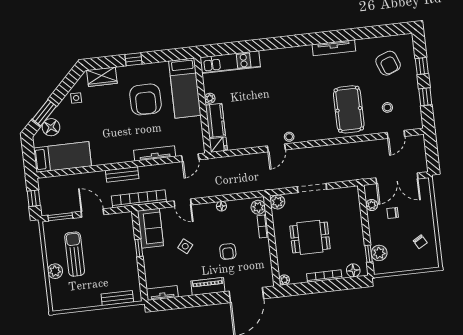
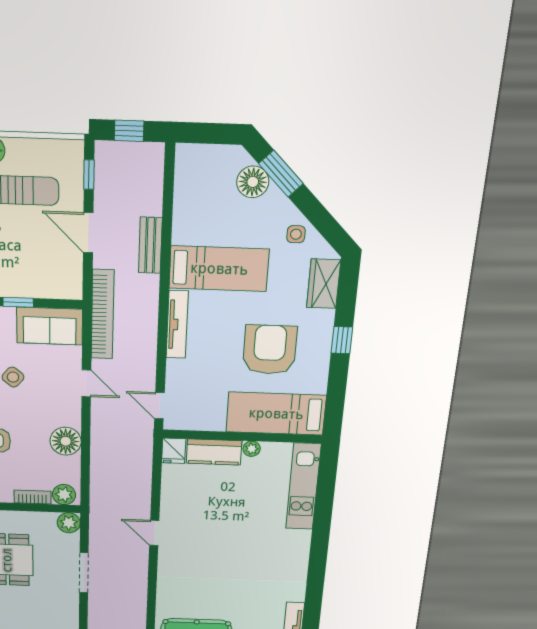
armchair: (145, 99) -> (270, 350), turned 90
stool: (289, 137) -> (169, 553), removed
tv unit: (155, 153) -> (177, 325), moved
bed: (62, 157) -> (219, 269), moved, turned -90
bench: (122, 174) -> (150, 245), moved
door: (183, 203) -> (86, 383), swing flipped
floor lamp: (221, 206) -> (66, 441), width x1.89, depth x1.89
door: (92, 213) -> (88, 233), swing flipped
window: (60, 217) -> (89, 175), width x0.67

